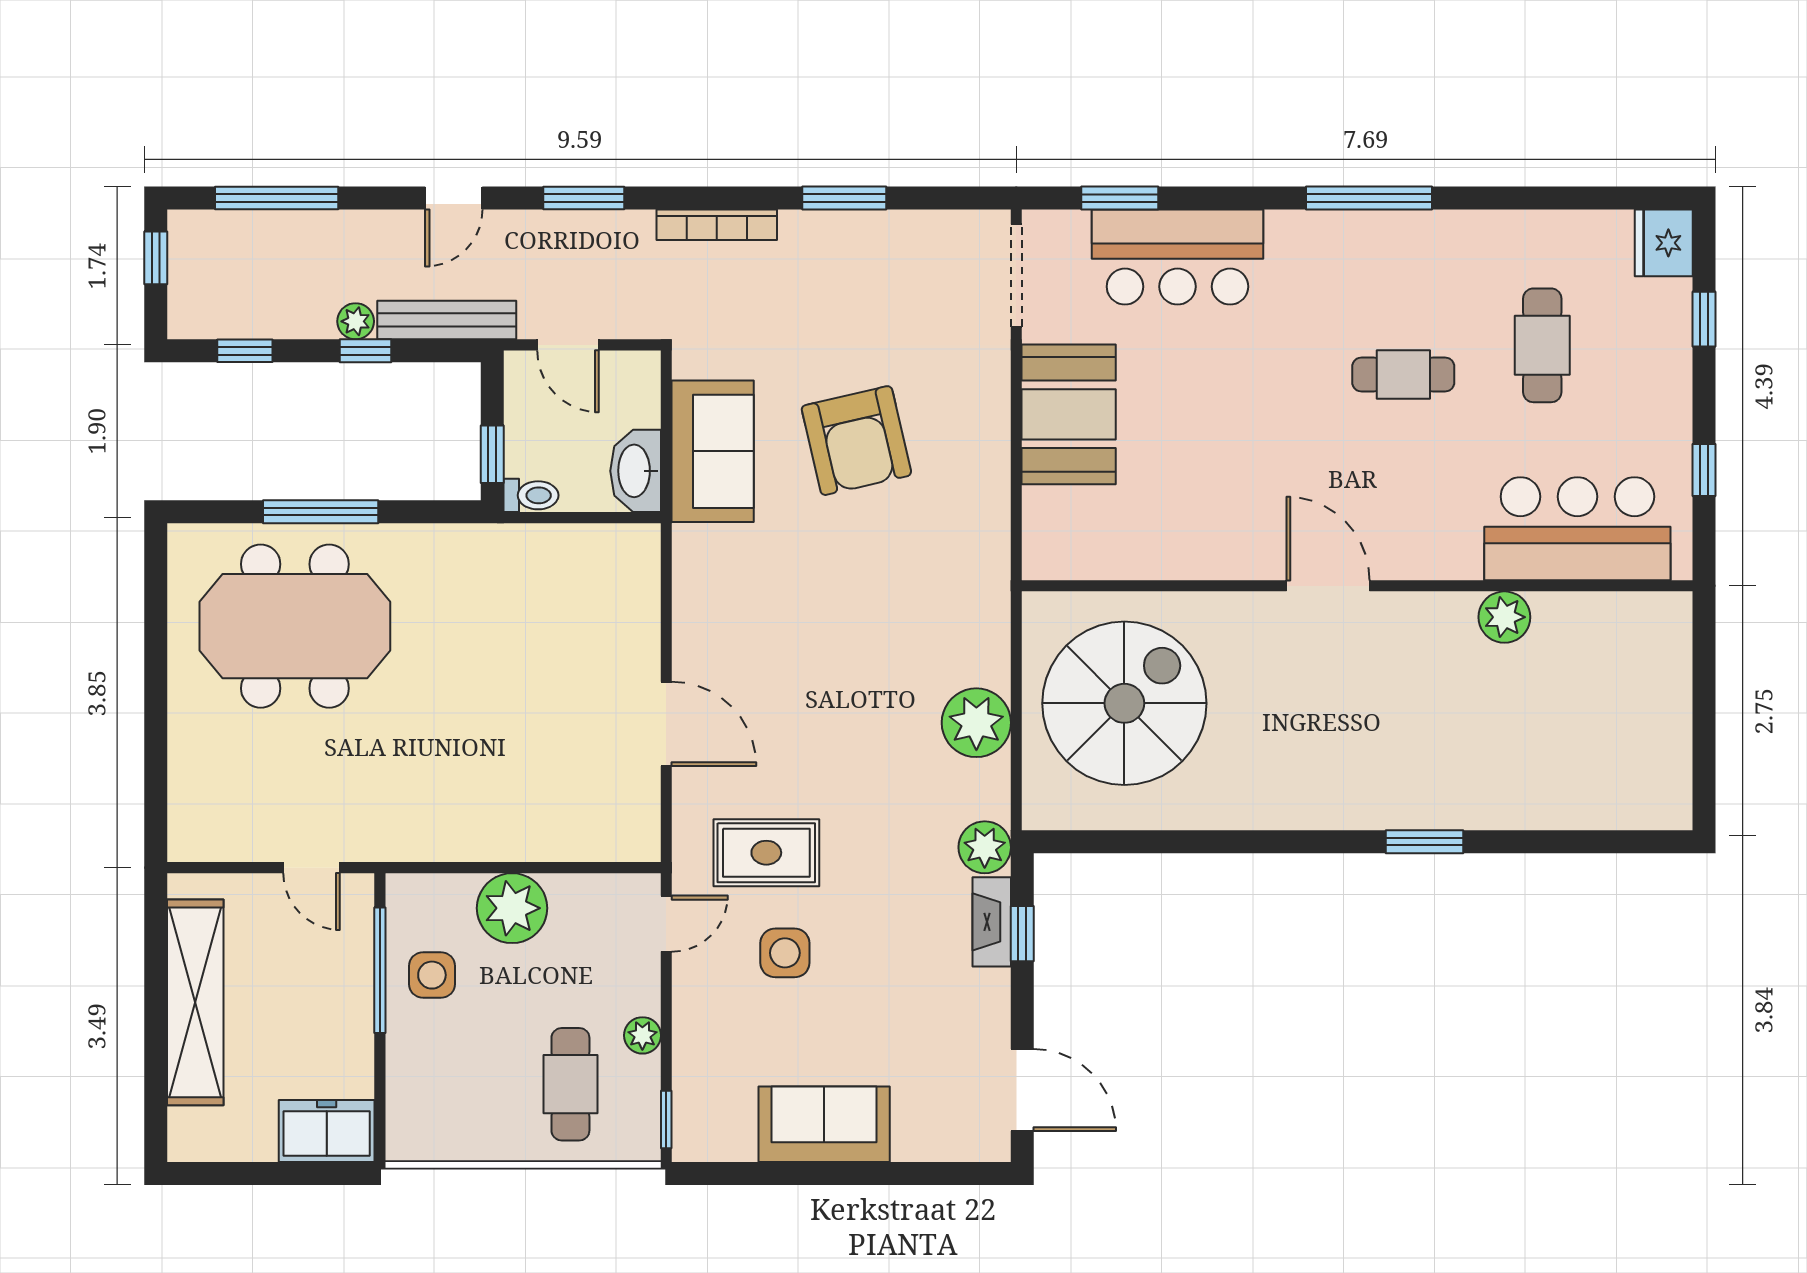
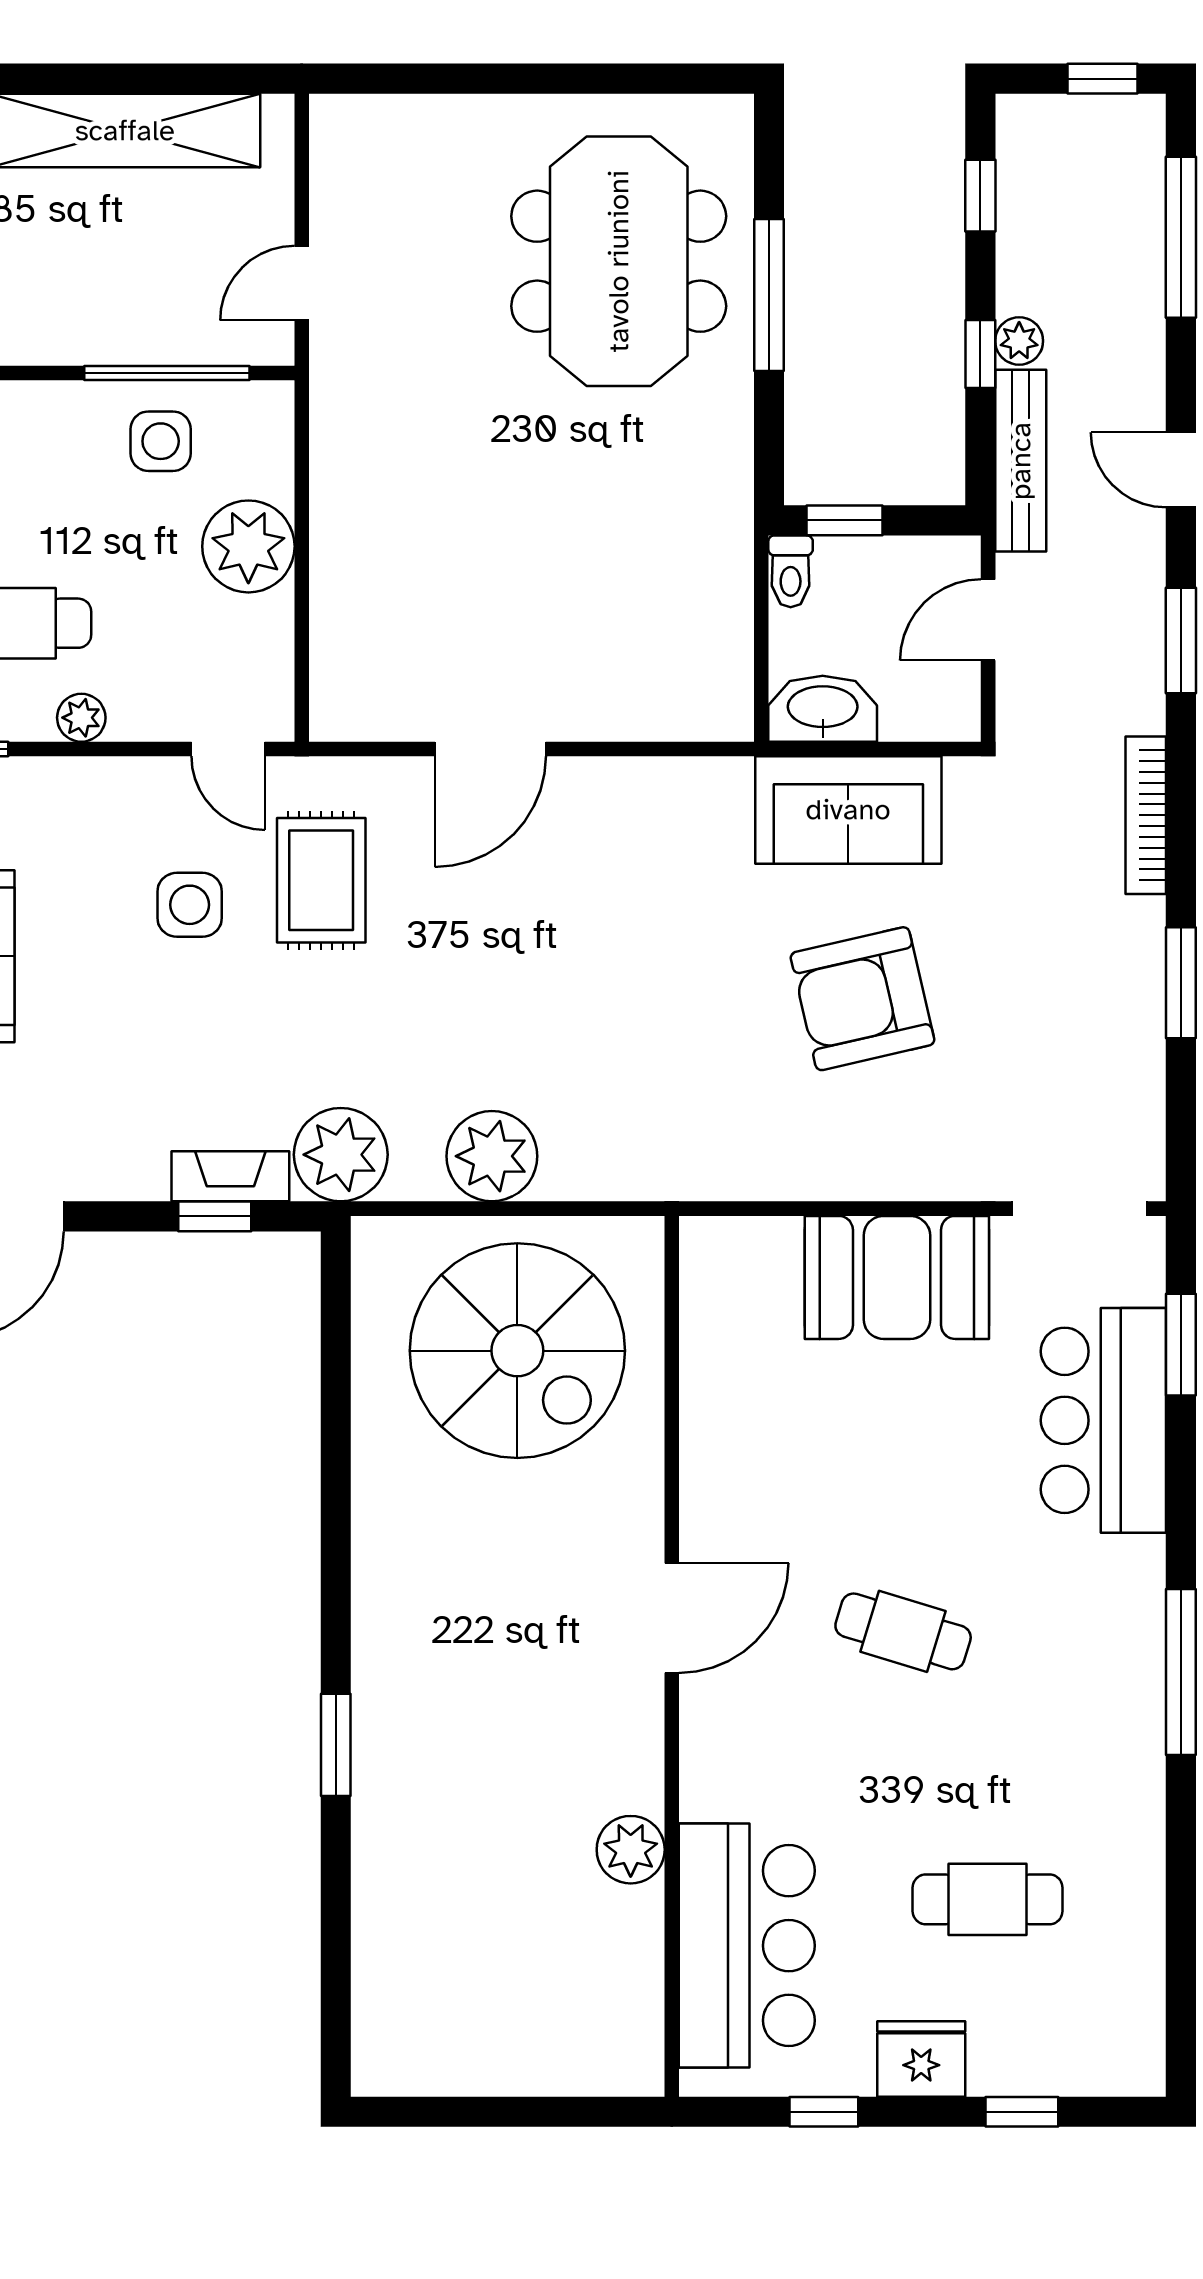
fridge: (1664, 243) -> (921, 2059), moved
cafe table: (1403, 374) -> (903, 1631), moved, turned -73
plant: (985, 847) -> (341, 1155), width x1.36, depth x1.36

